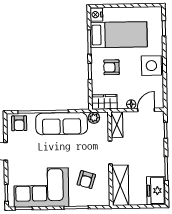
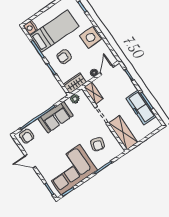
sofa: (62, 124) -> (56, 117), width x0.74
freezer: (156, 191) -> (141, 107), moved, width x1.40

